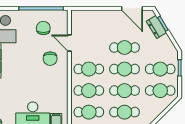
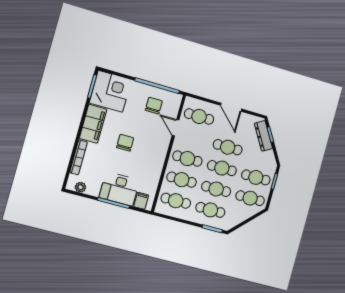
door: (132, 8) -> (231, 107), moved
cafe table: (89, 26) -> (199, 116), added
dresser: (156, 27) -> (263, 136), width x1.44
chair: (50, 59) -> (125, 143), moved, turned 180

